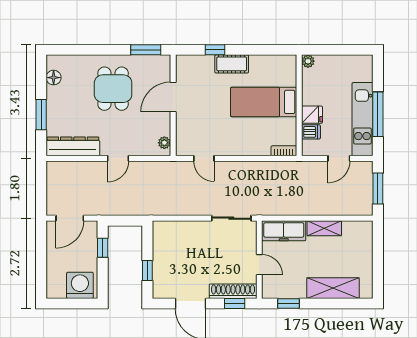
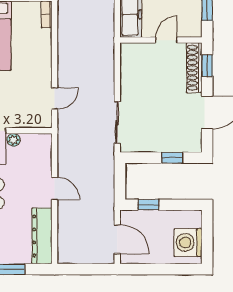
plant: (164, 143) -> (14, 140), moved
sliding door: (231, 218) -> (117, 122), moved
washing machine: (80, 285) -> (188, 243), moved

